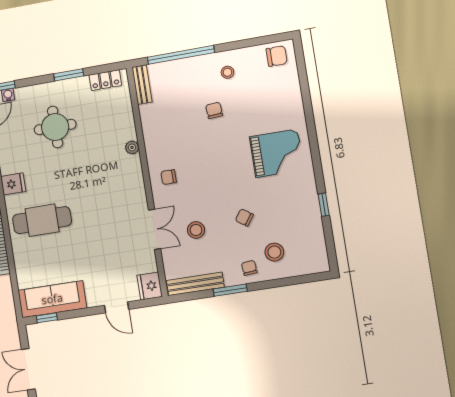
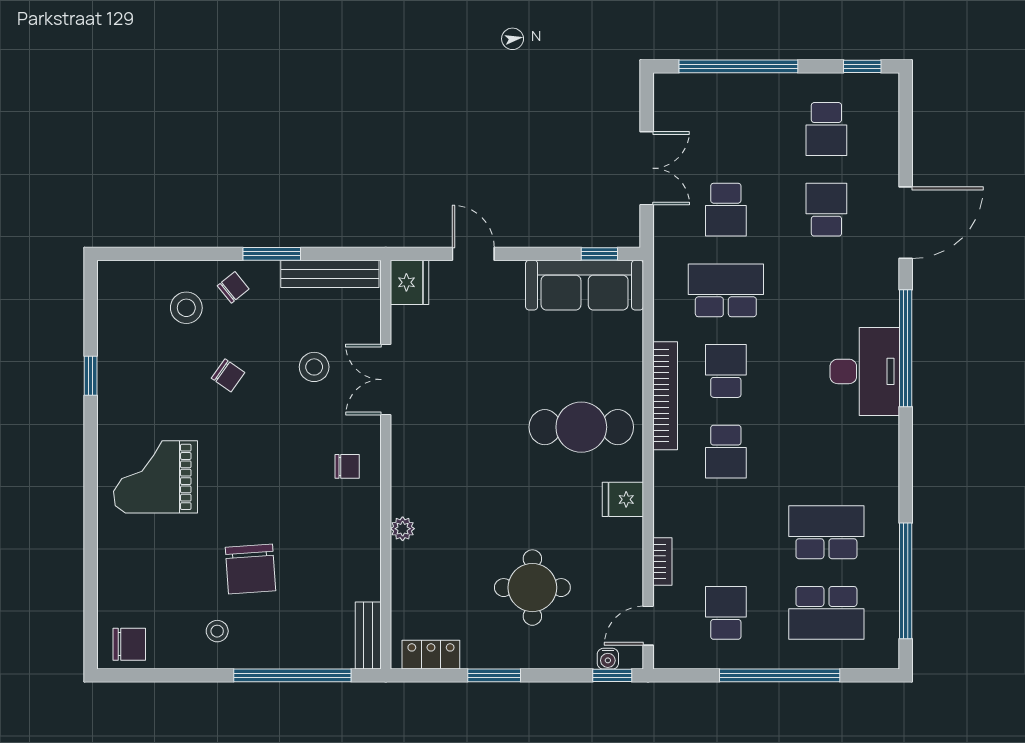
chair: (277, 56) -> (129, 644), turned 180
chair: (214, 110) -> (250, 569), width x1.87, depth x1.87
chair: (249, 268) -> (233, 287), turned -124

